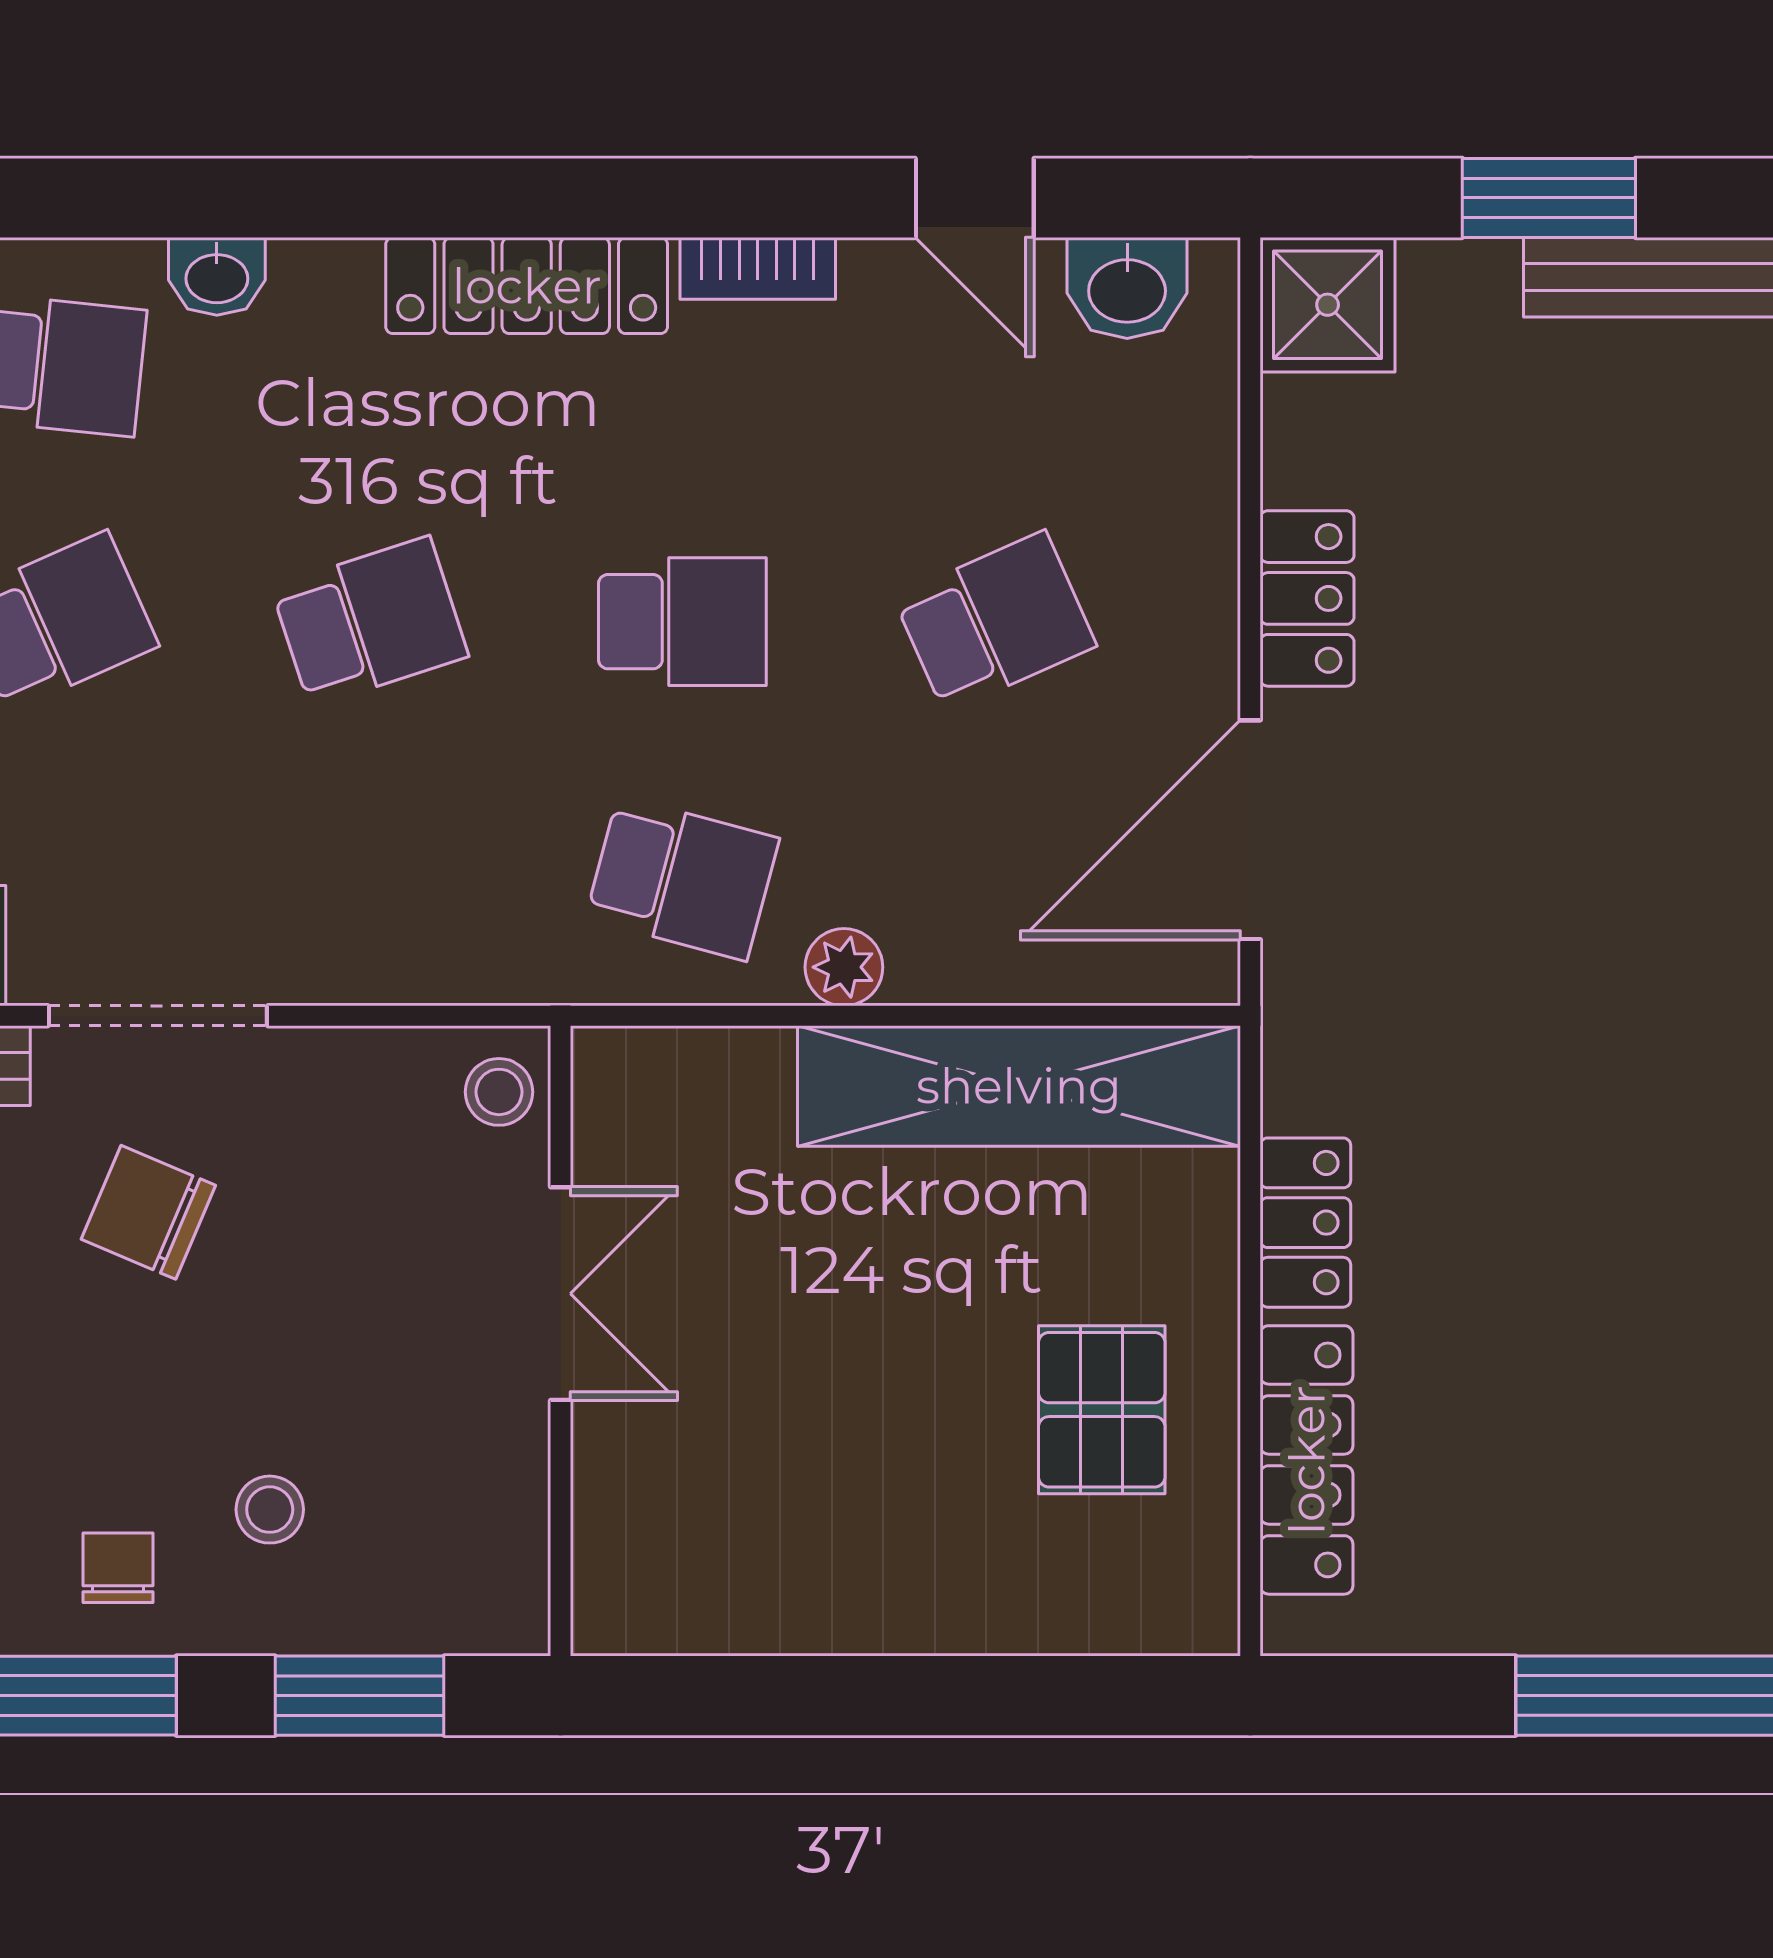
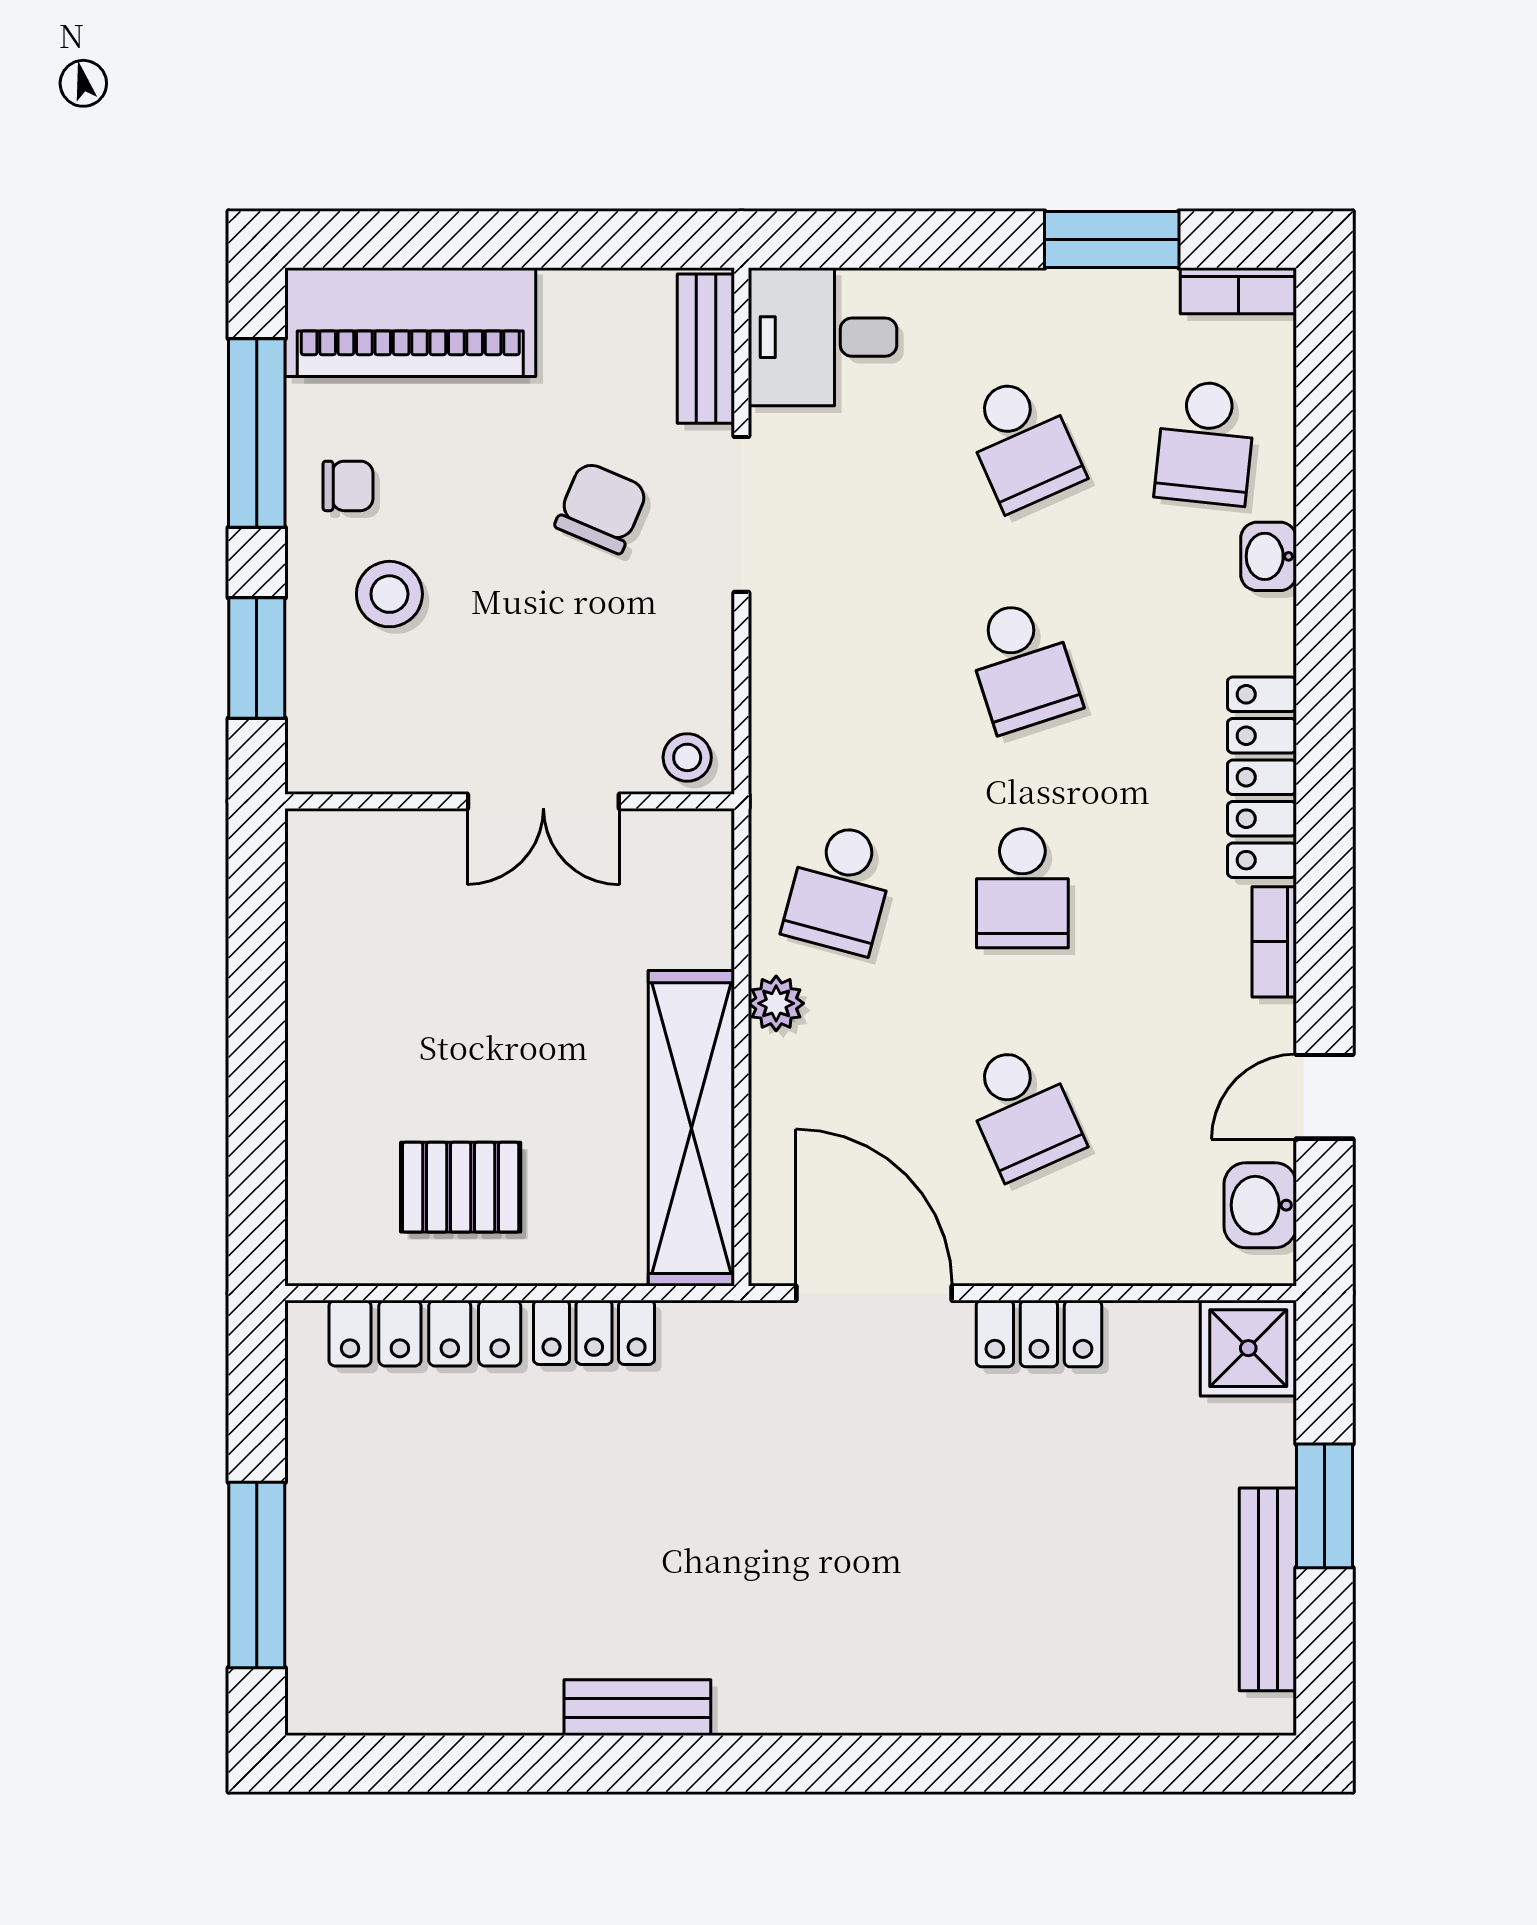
stool: (270, 1510) -> (389, 594), width x1.37, depth x1.37

